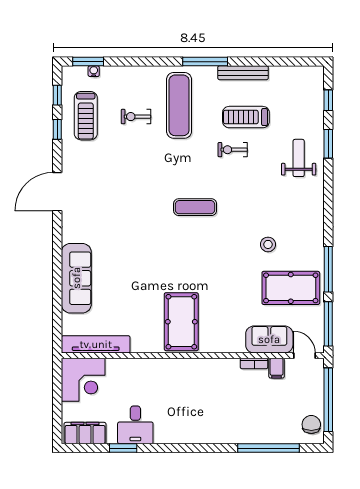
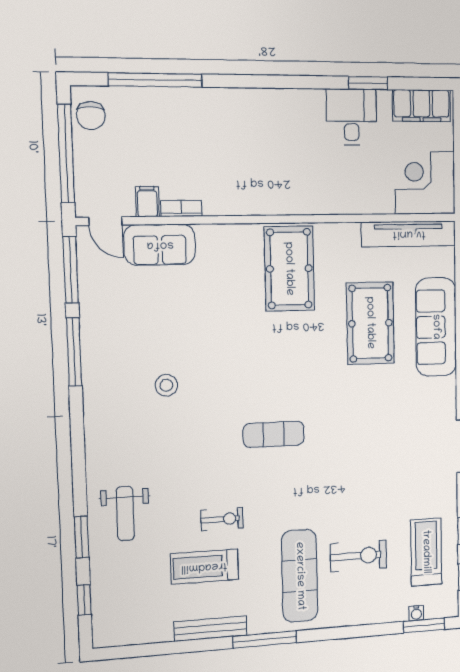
exercise bike: (136, 117) -> (359, 556), width x1.38, depth x1.39
treadmill: (246, 117) -> (204, 567), turned 180
pool table: (291, 288) -> (370, 323), moved, turned 90

